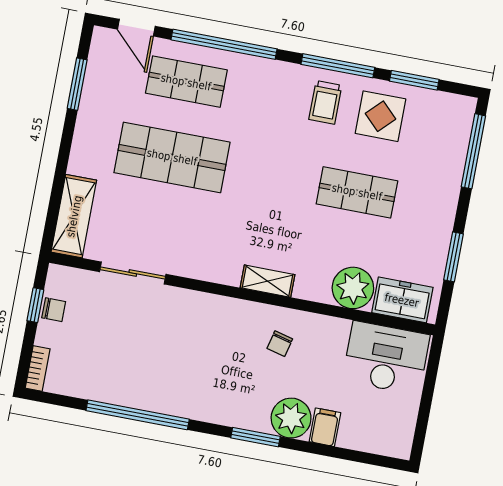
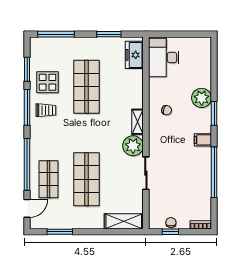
shop shelf: (357, 192) -> (86, 87), width x1.43, depth x1.36
sliding door: (133, 273) -> (146, 173), moved
plant: (353, 288) -> (133, 146), moved
filing cabinet: (325, 427) -> (203, 140), moved

